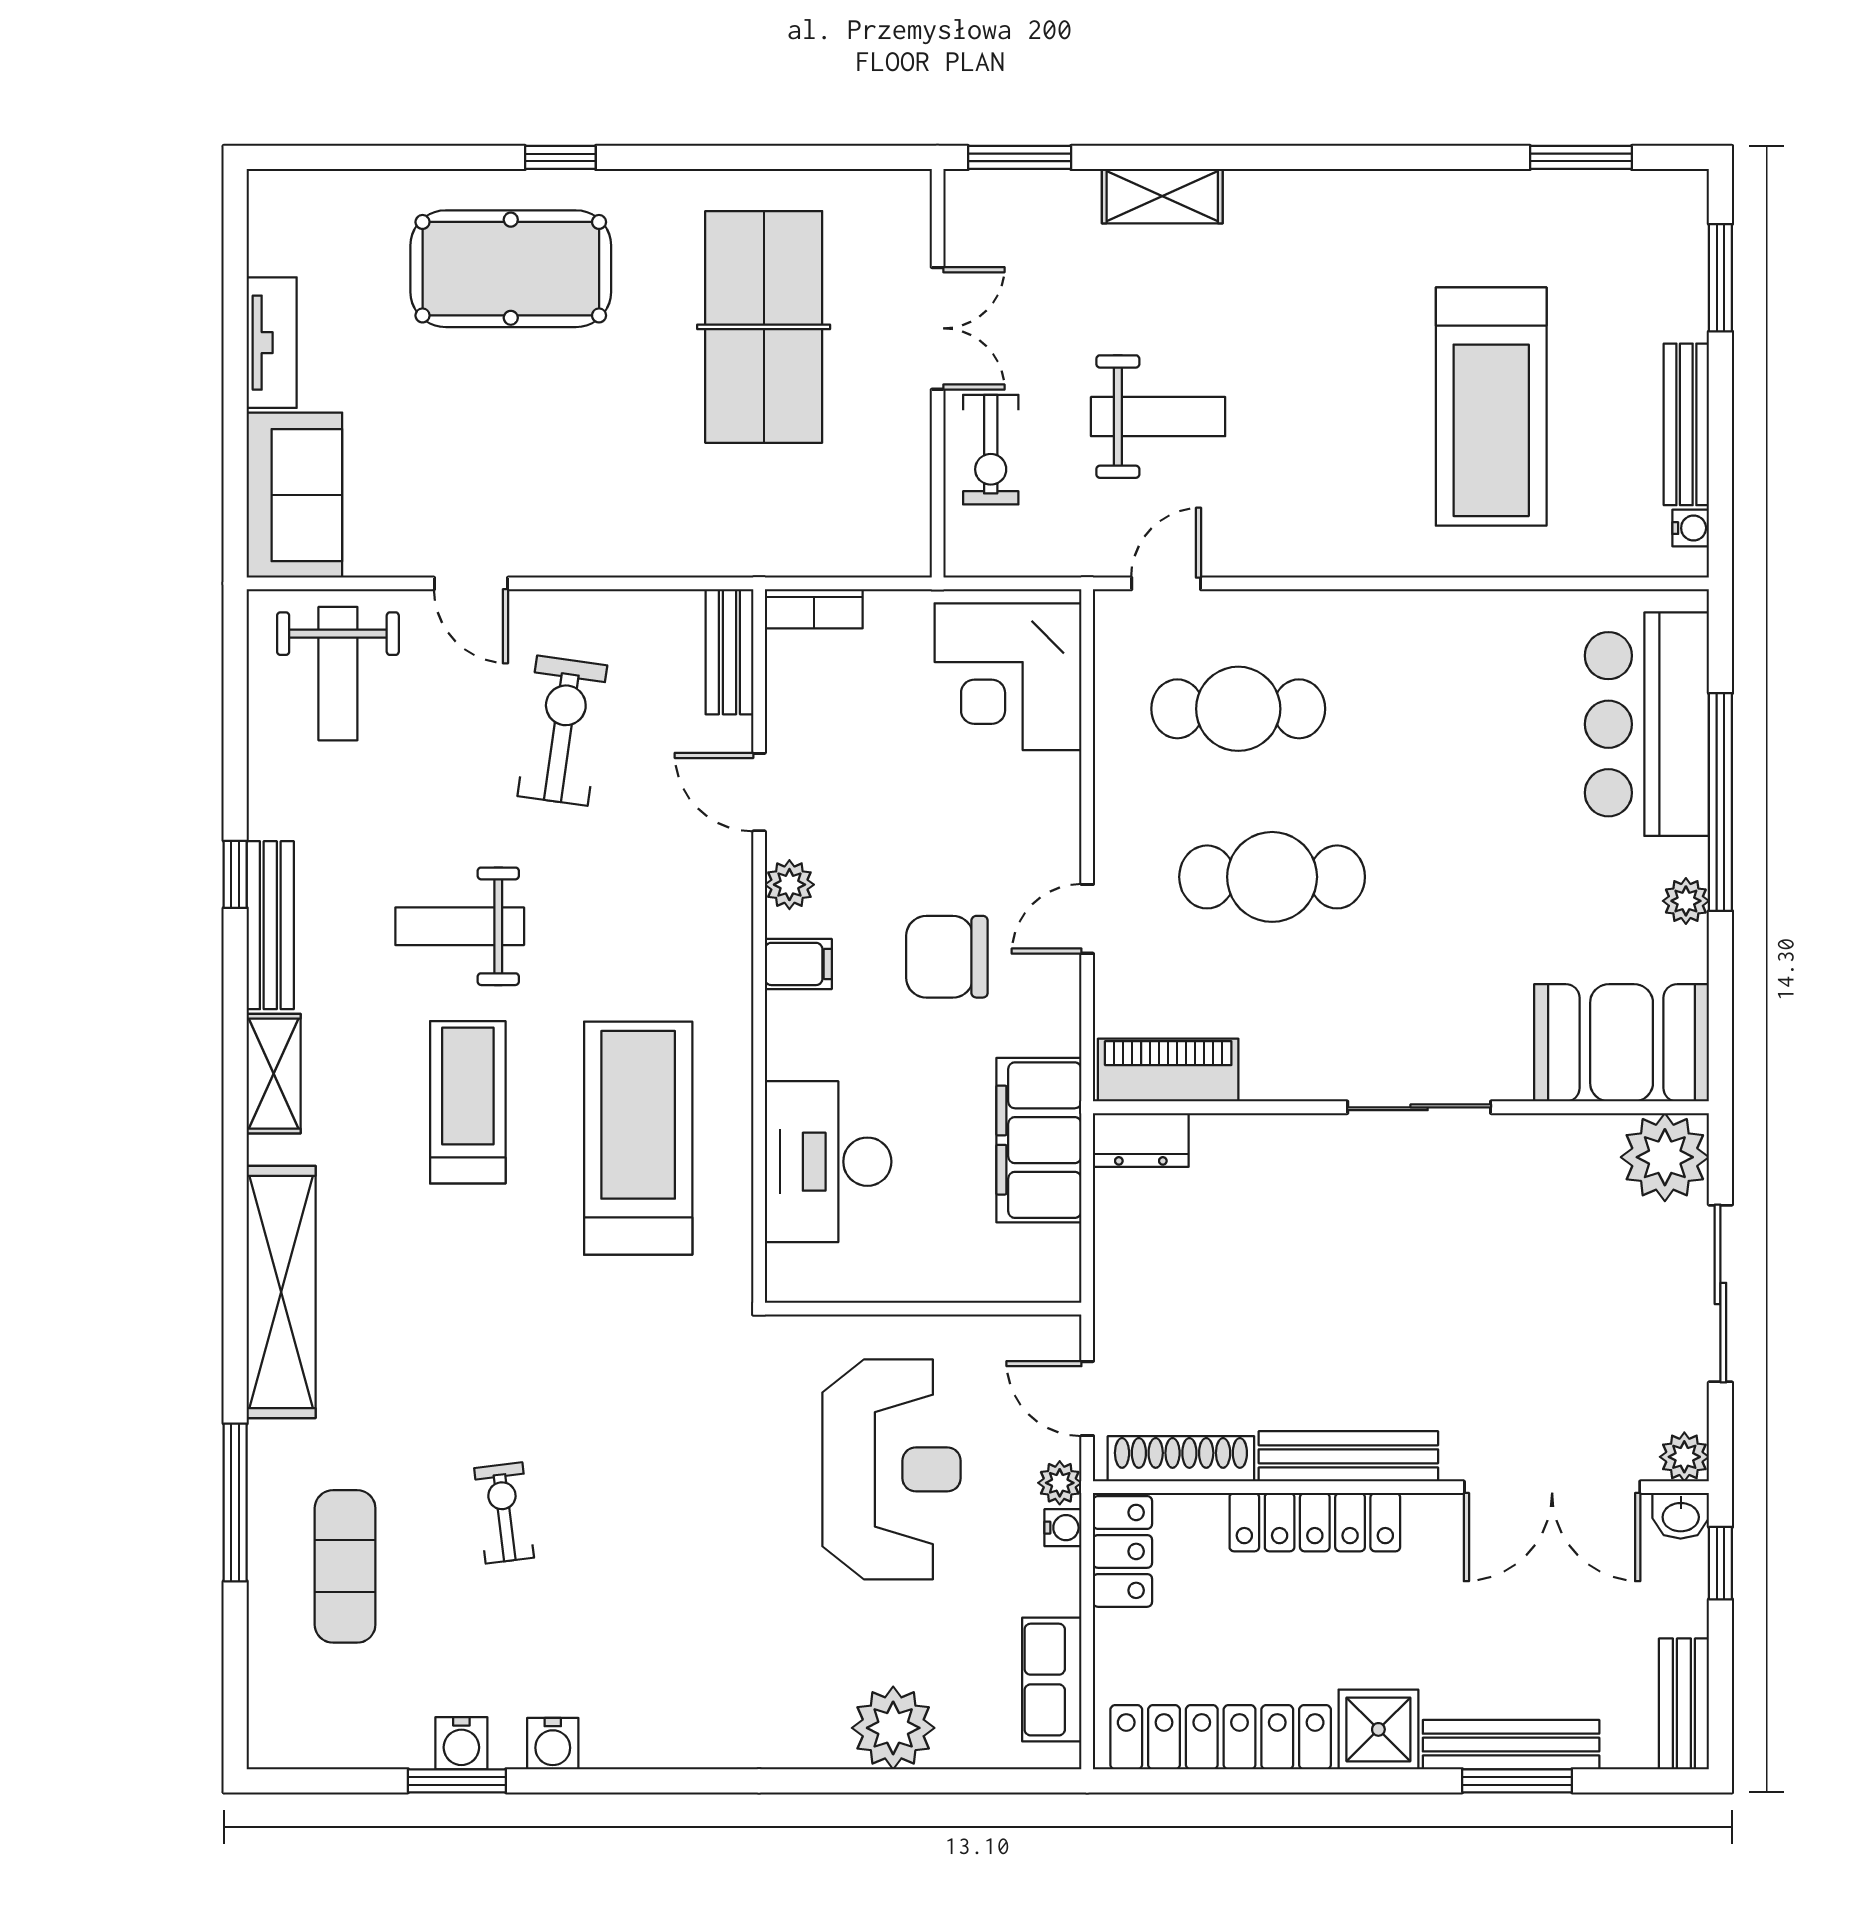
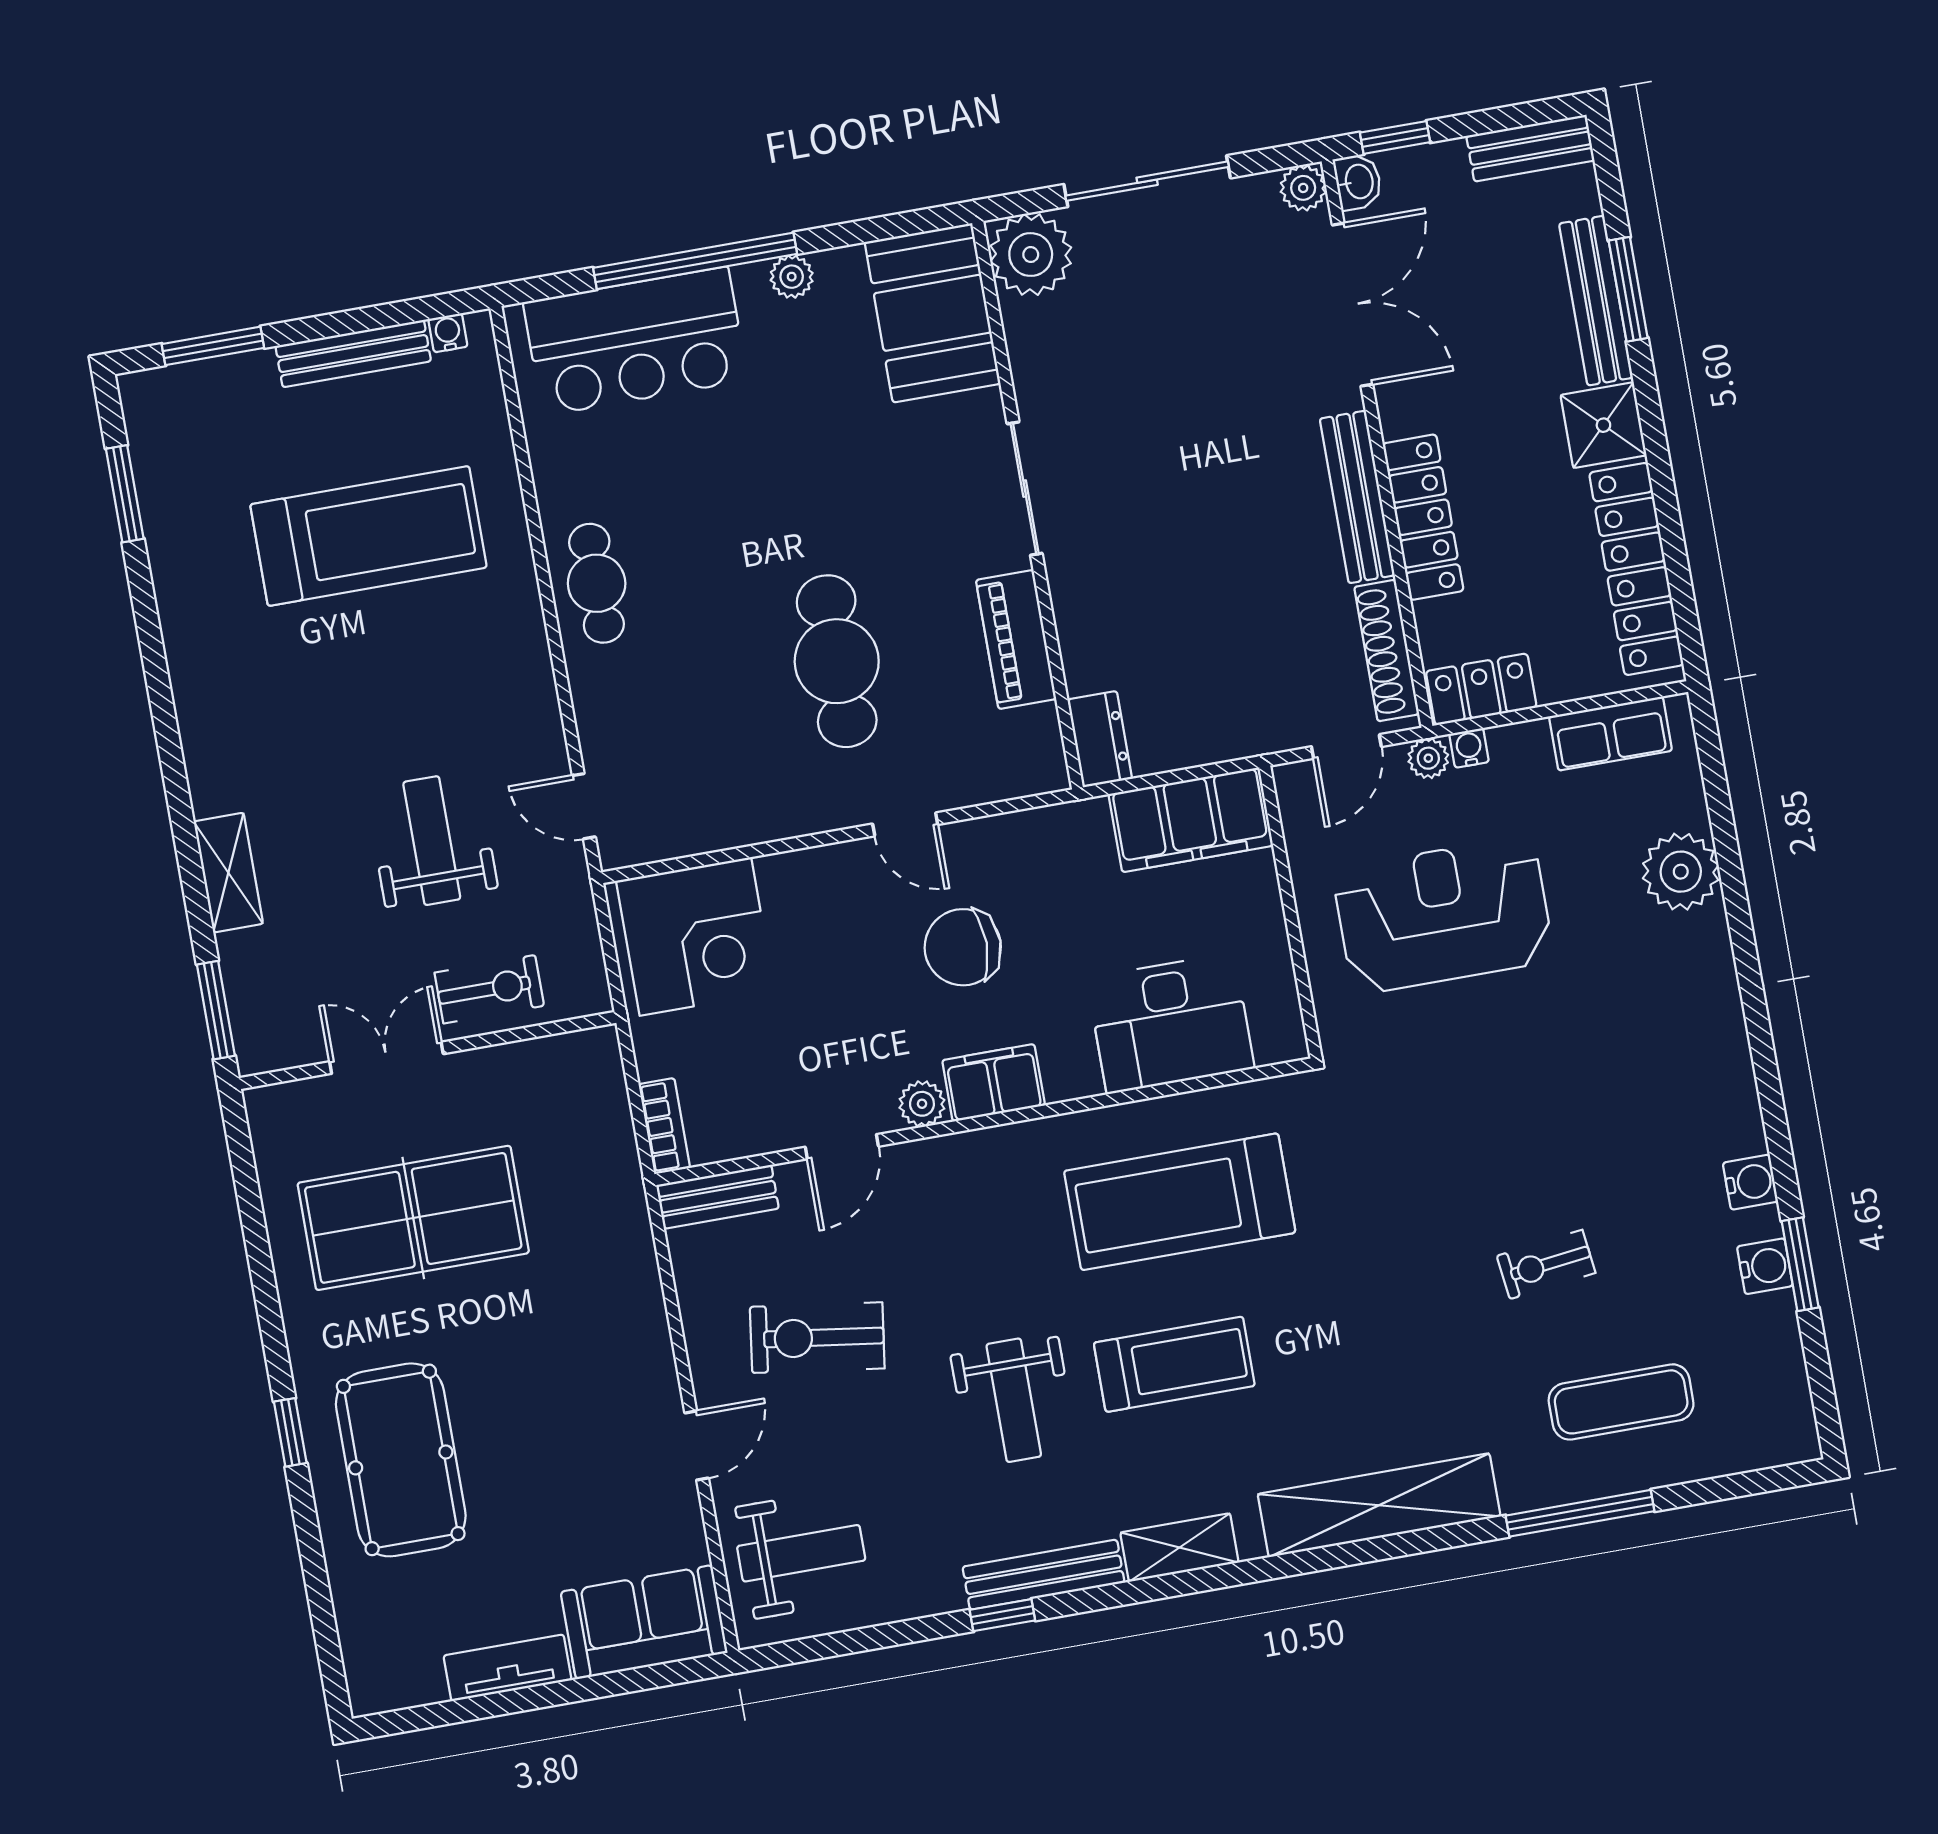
cafe table: (1238, 709) -> (597, 583), moved, width x0.73, depth x0.74
chair: (947, 957) -> (963, 947), turned 90
filing cabinet: (798, 964) -> (994, 1083), width x2.00
piano: (1168, 1070) -> (1016, 640), moved
treadmill: (468, 1102) -> (1174, 1364), turned 180
filing cabinet: (1039, 1140) -> (1191, 820), moved

